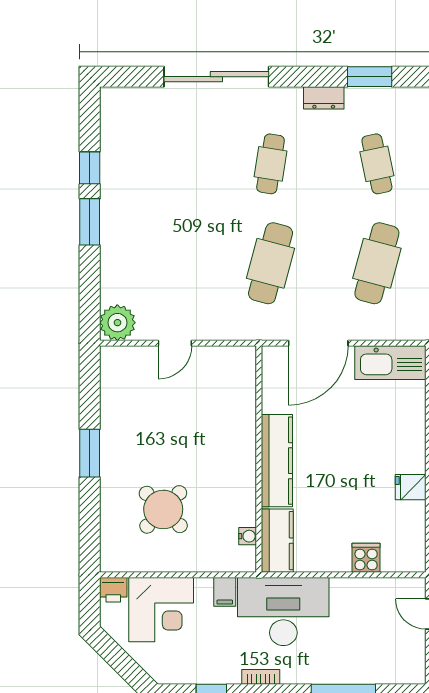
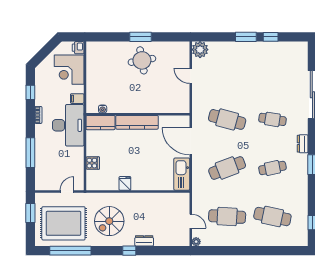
cafe table: (377, 263) -> (227, 168), turned -36
round table: (163, 509) -> (142, 60), moved, turned 36

